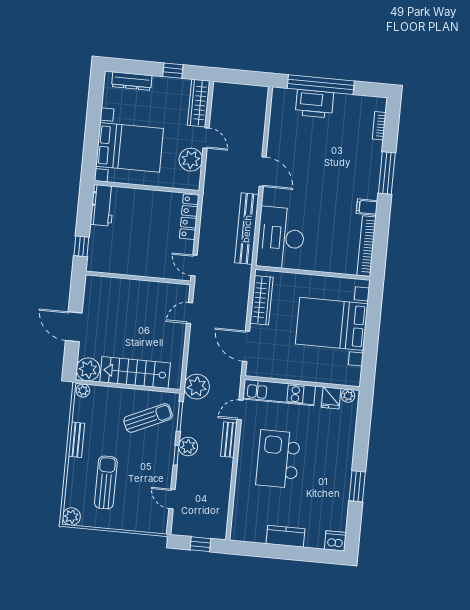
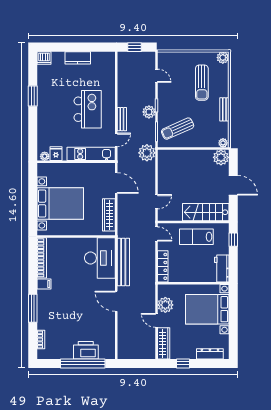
lab bench: (135, 256) -> (196, 237), added
stairs: (135, 373) -> (206, 212), moved, turned 180

